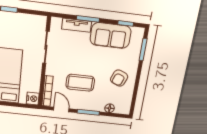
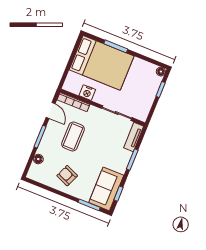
tv unit: (77, 25) -> (134, 137), moved
sofa: (111, 35) -> (106, 189), moved
nightstand: (33, 99) -> (87, 93), moved
door: (61, 109) -> (51, 111), hinge flipped

